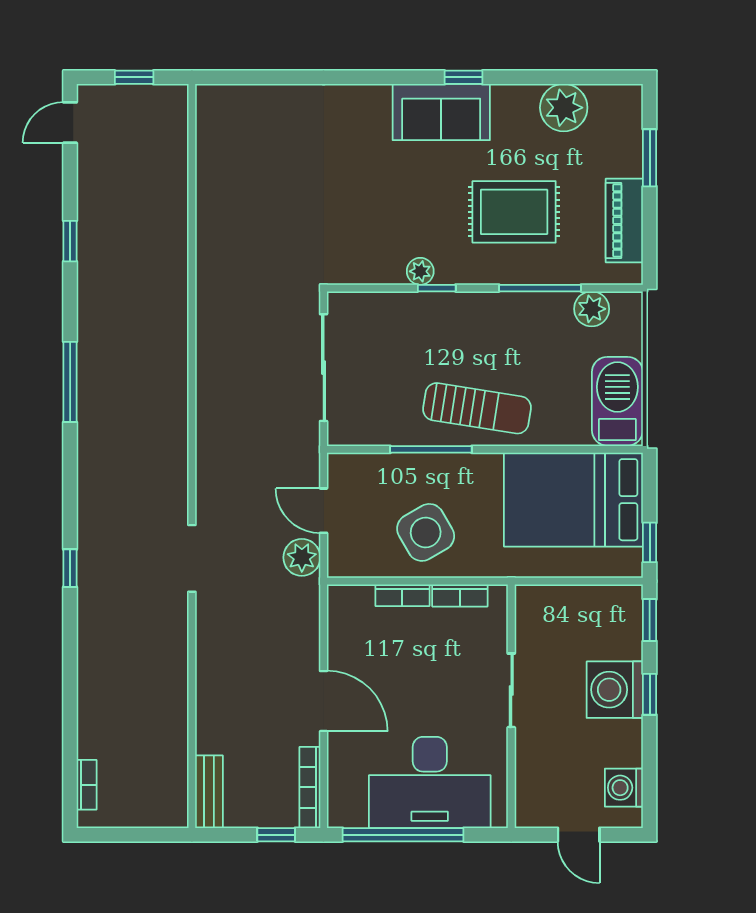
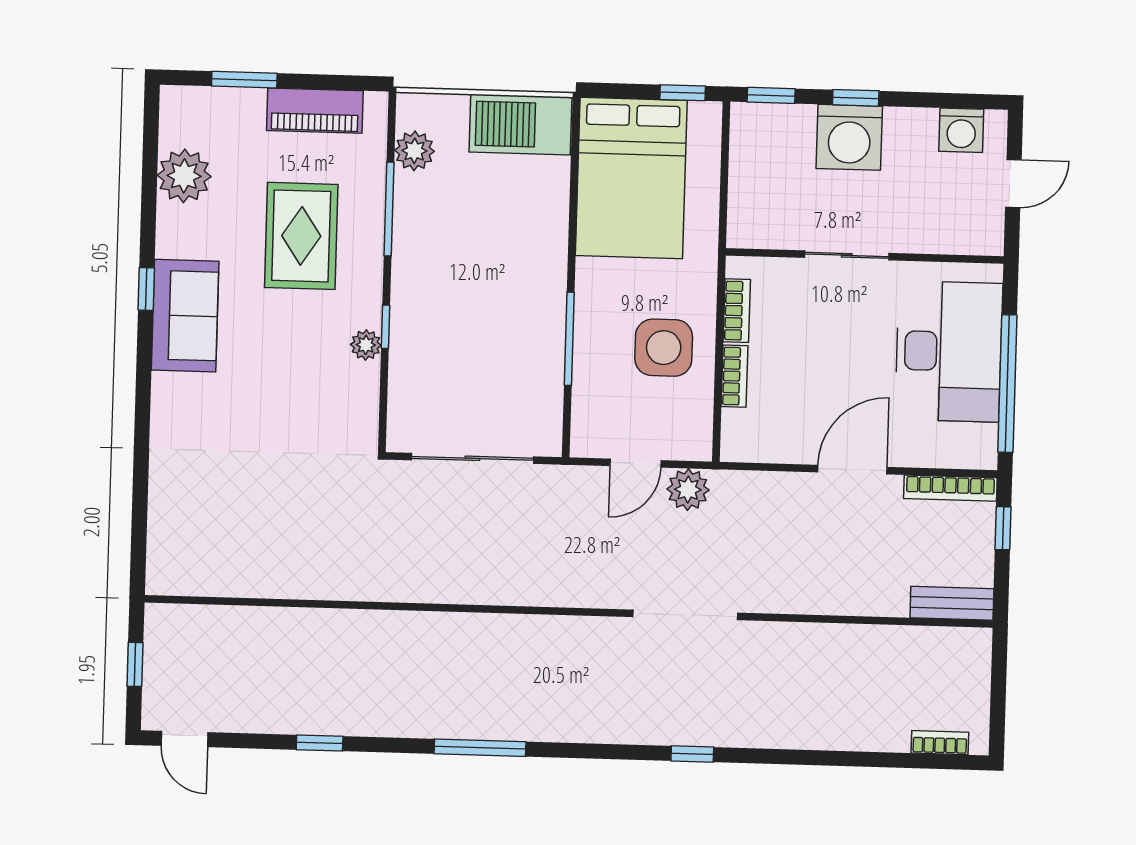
sun lounger: (477, 408) -> (524, 285), removed
side table: (426, 532) -> (664, 348), turned 30
doorway: (192, 558) -> (685, 615), width x1.36

